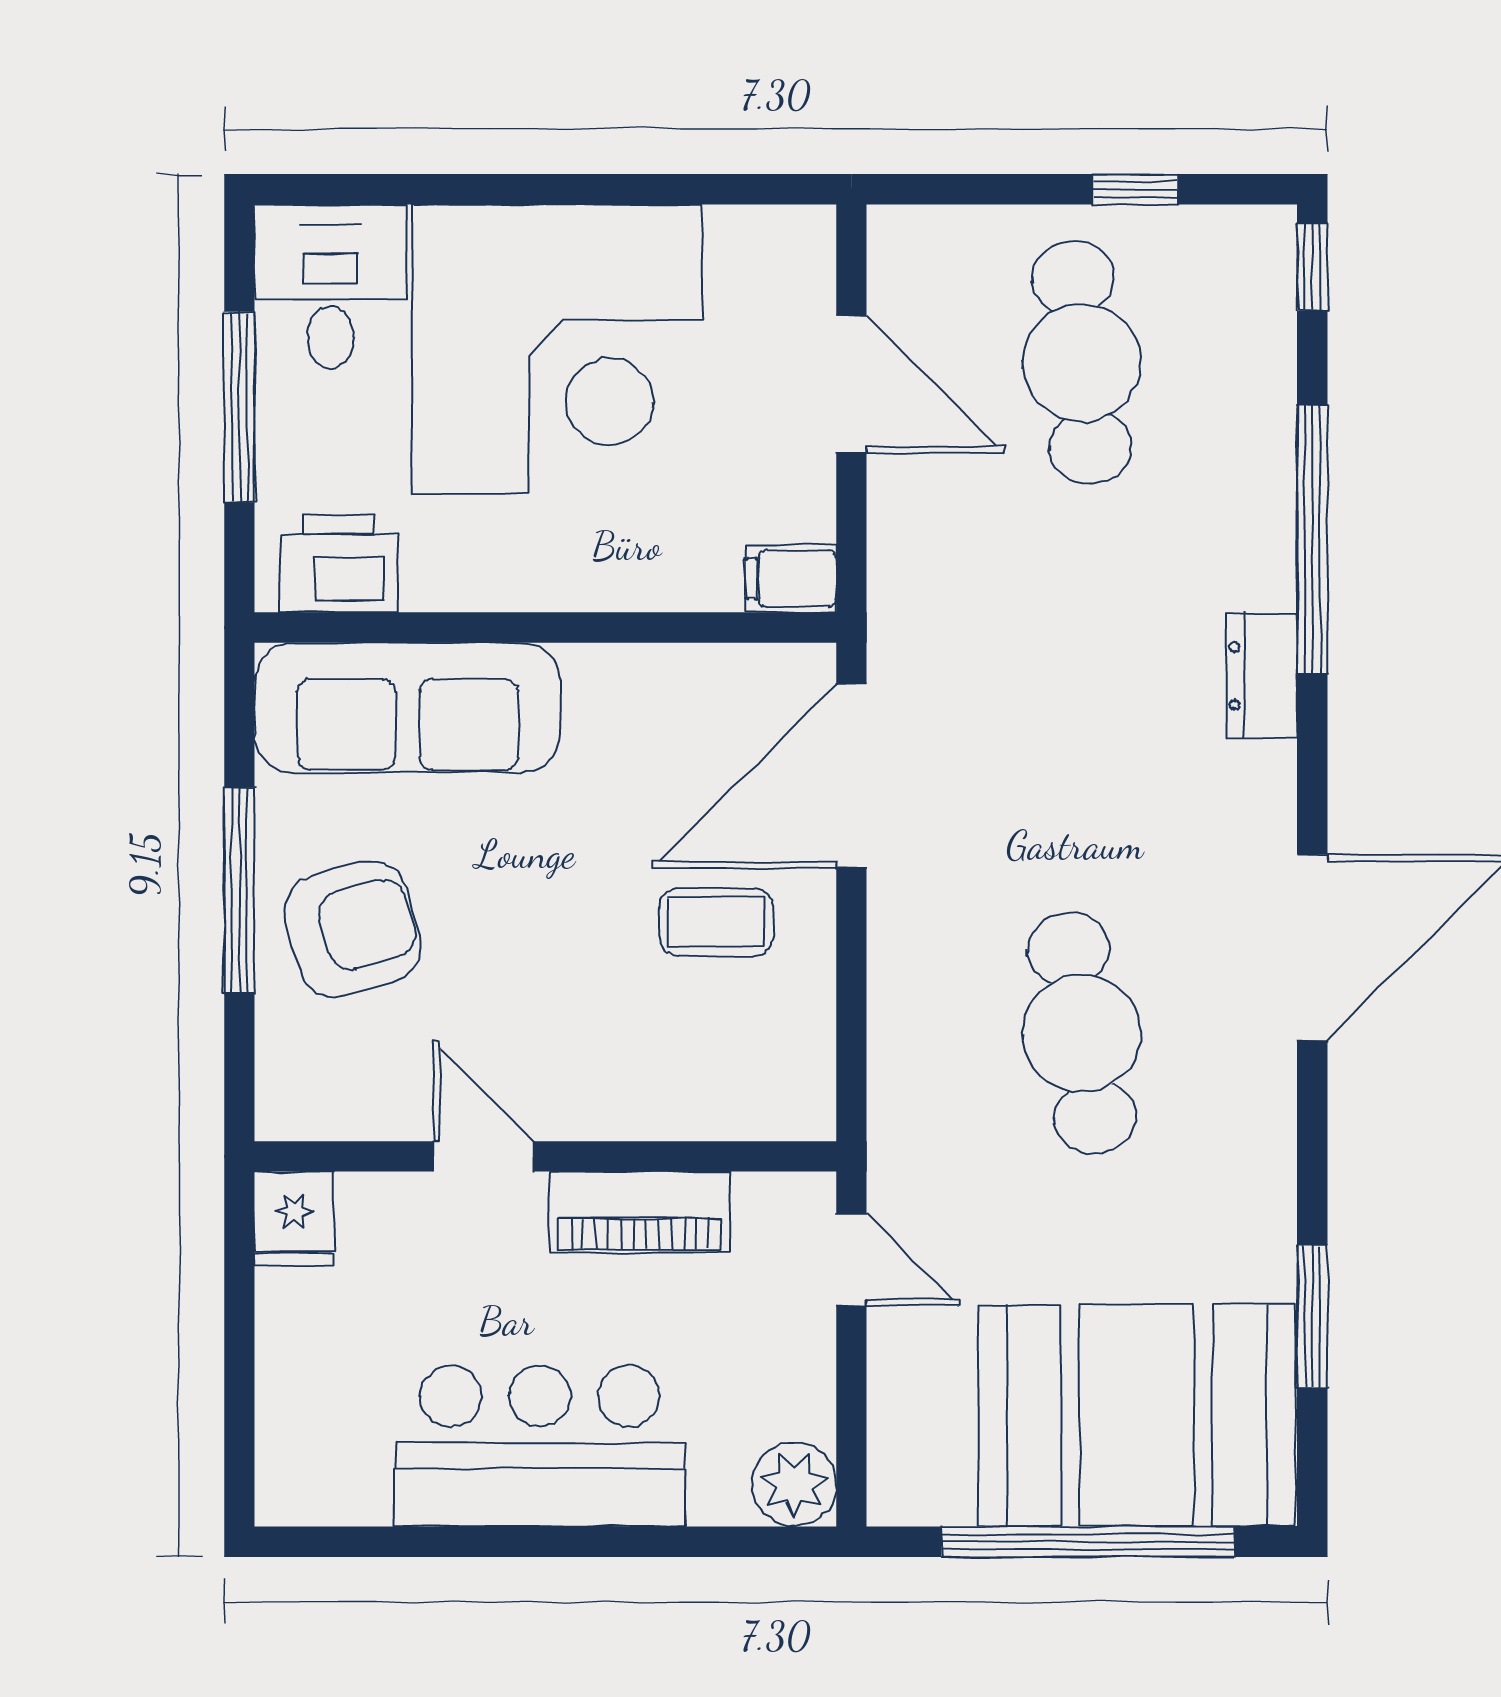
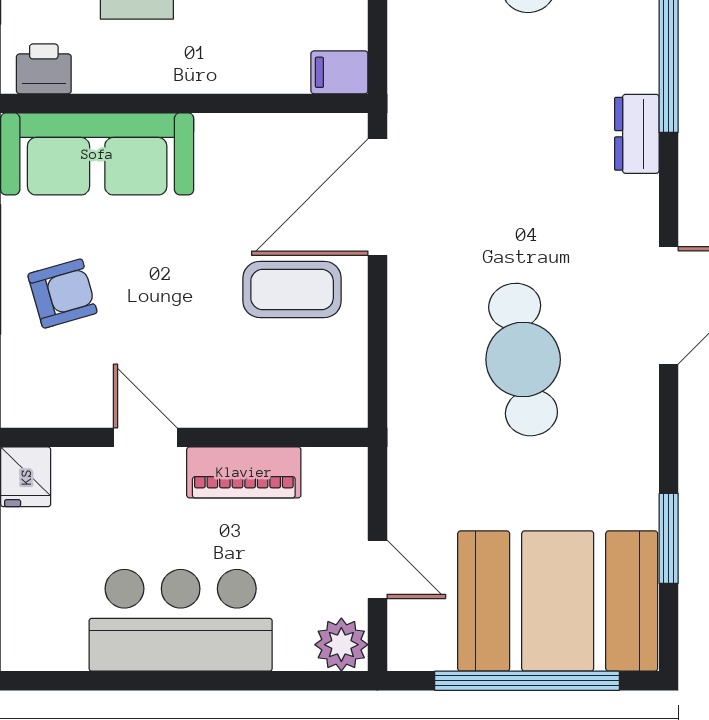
printer: (339, 564) -> (44, 69), width x0.73, depth x0.81
coffee table: (716, 922) -> (292, 289), width x1.36, depth x1.30
armchair: (353, 929) -> (62, 294), width x0.72, depth x0.72
door: (851, 1260) -> (378, 569), moved

